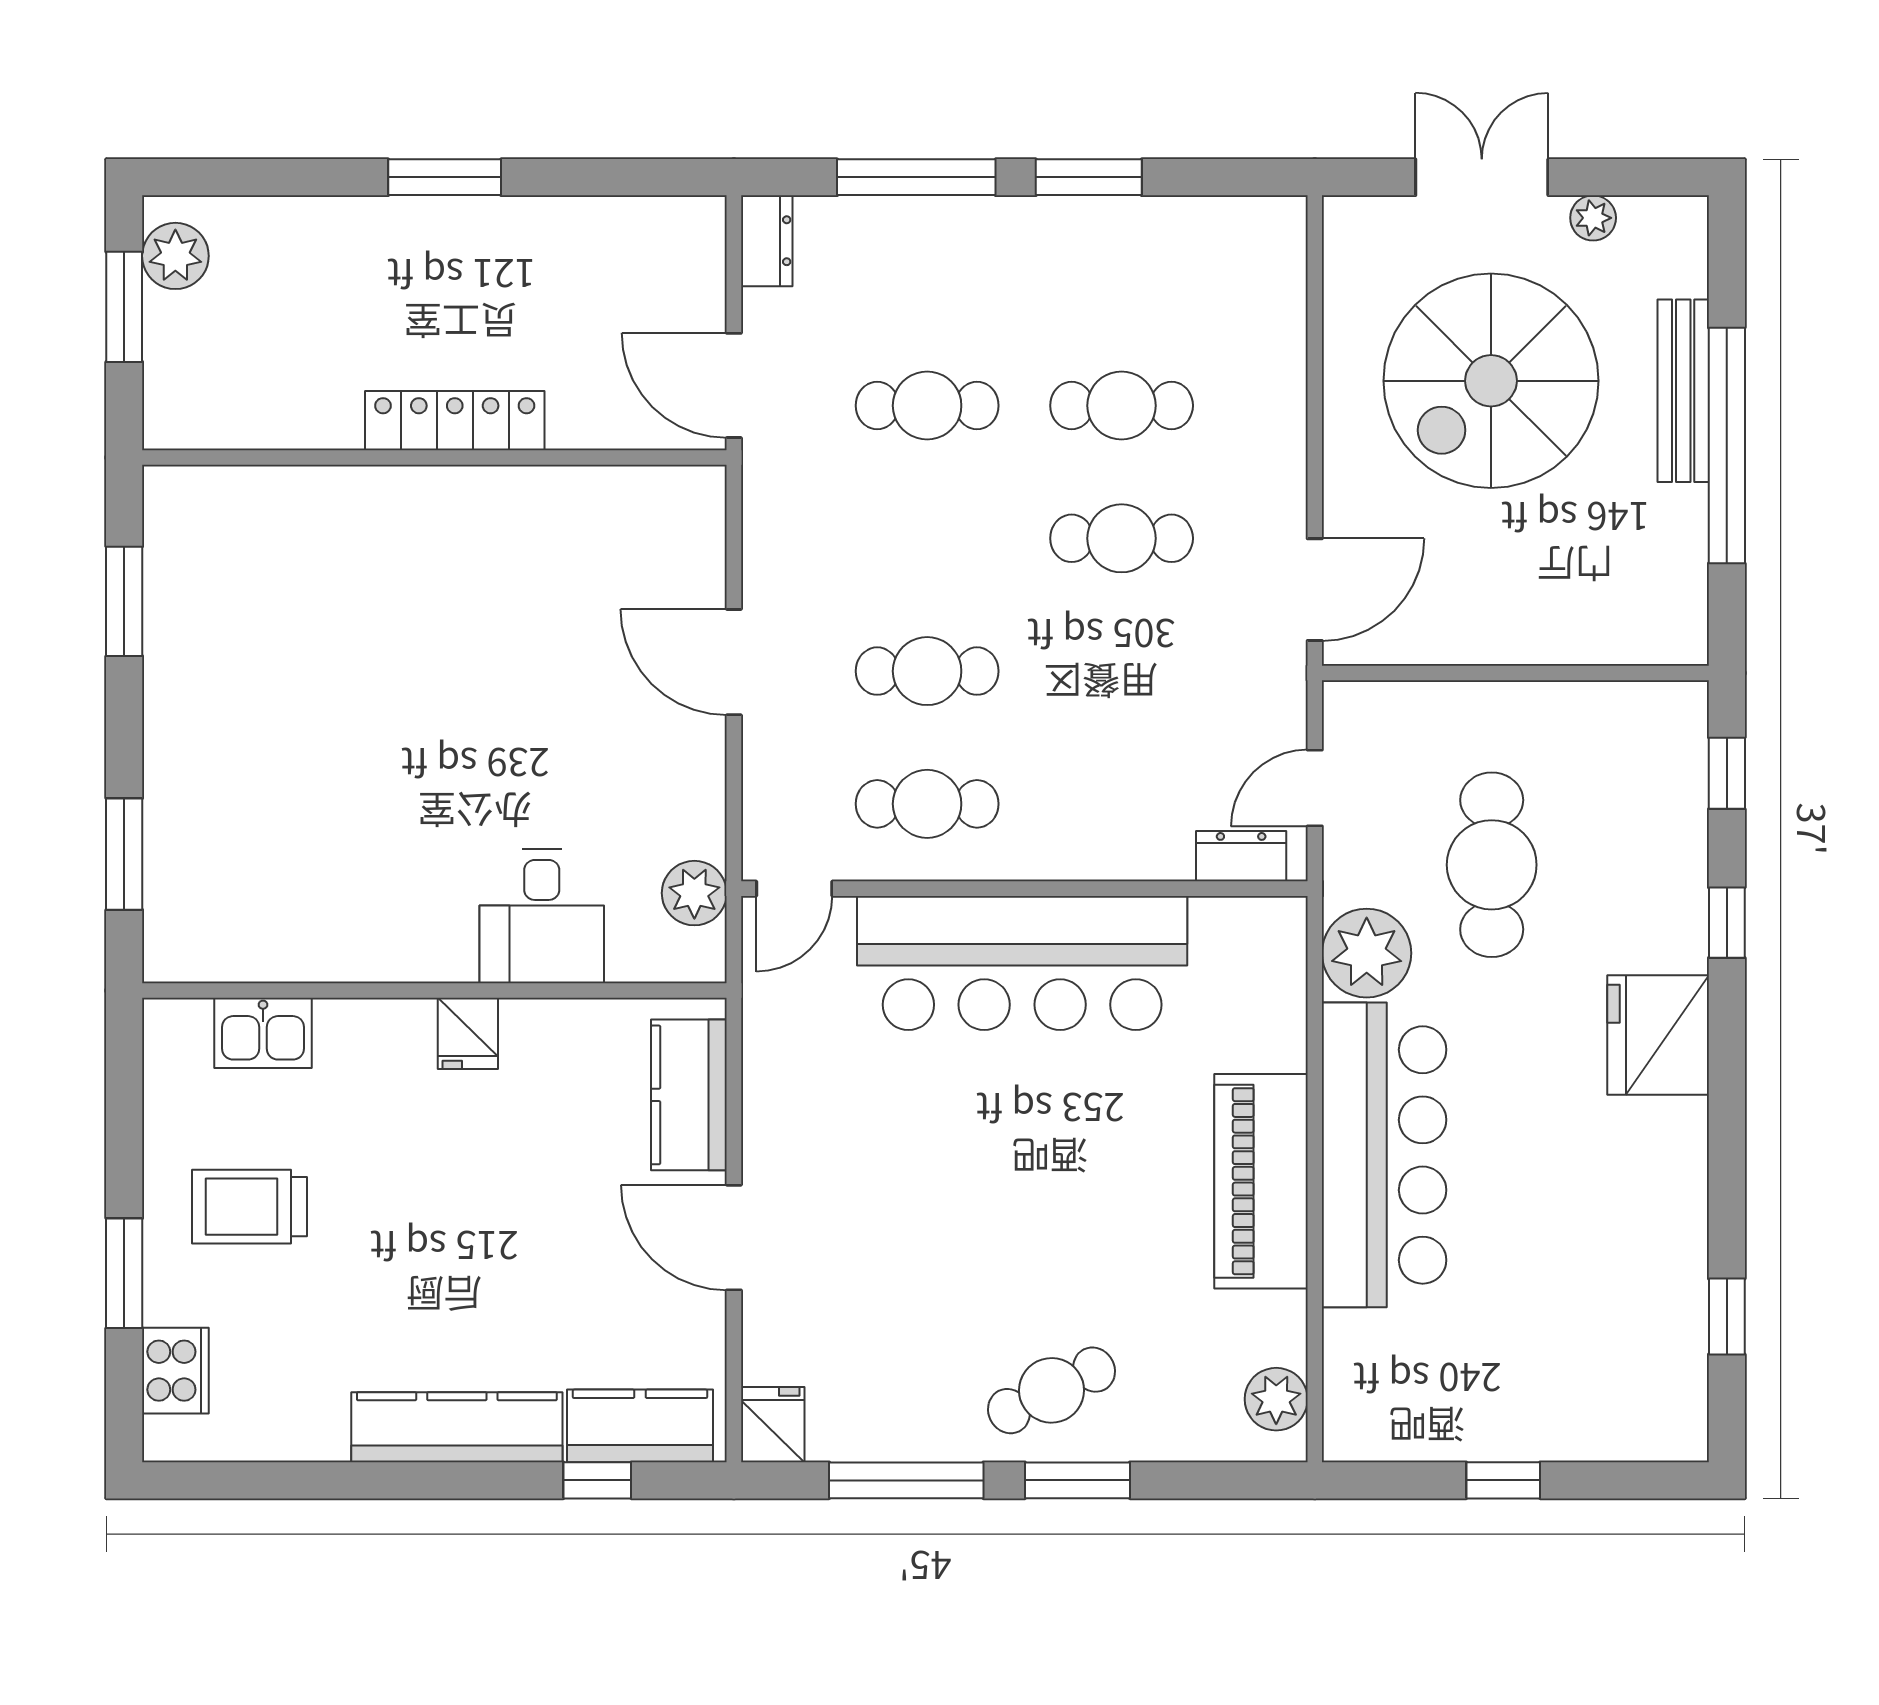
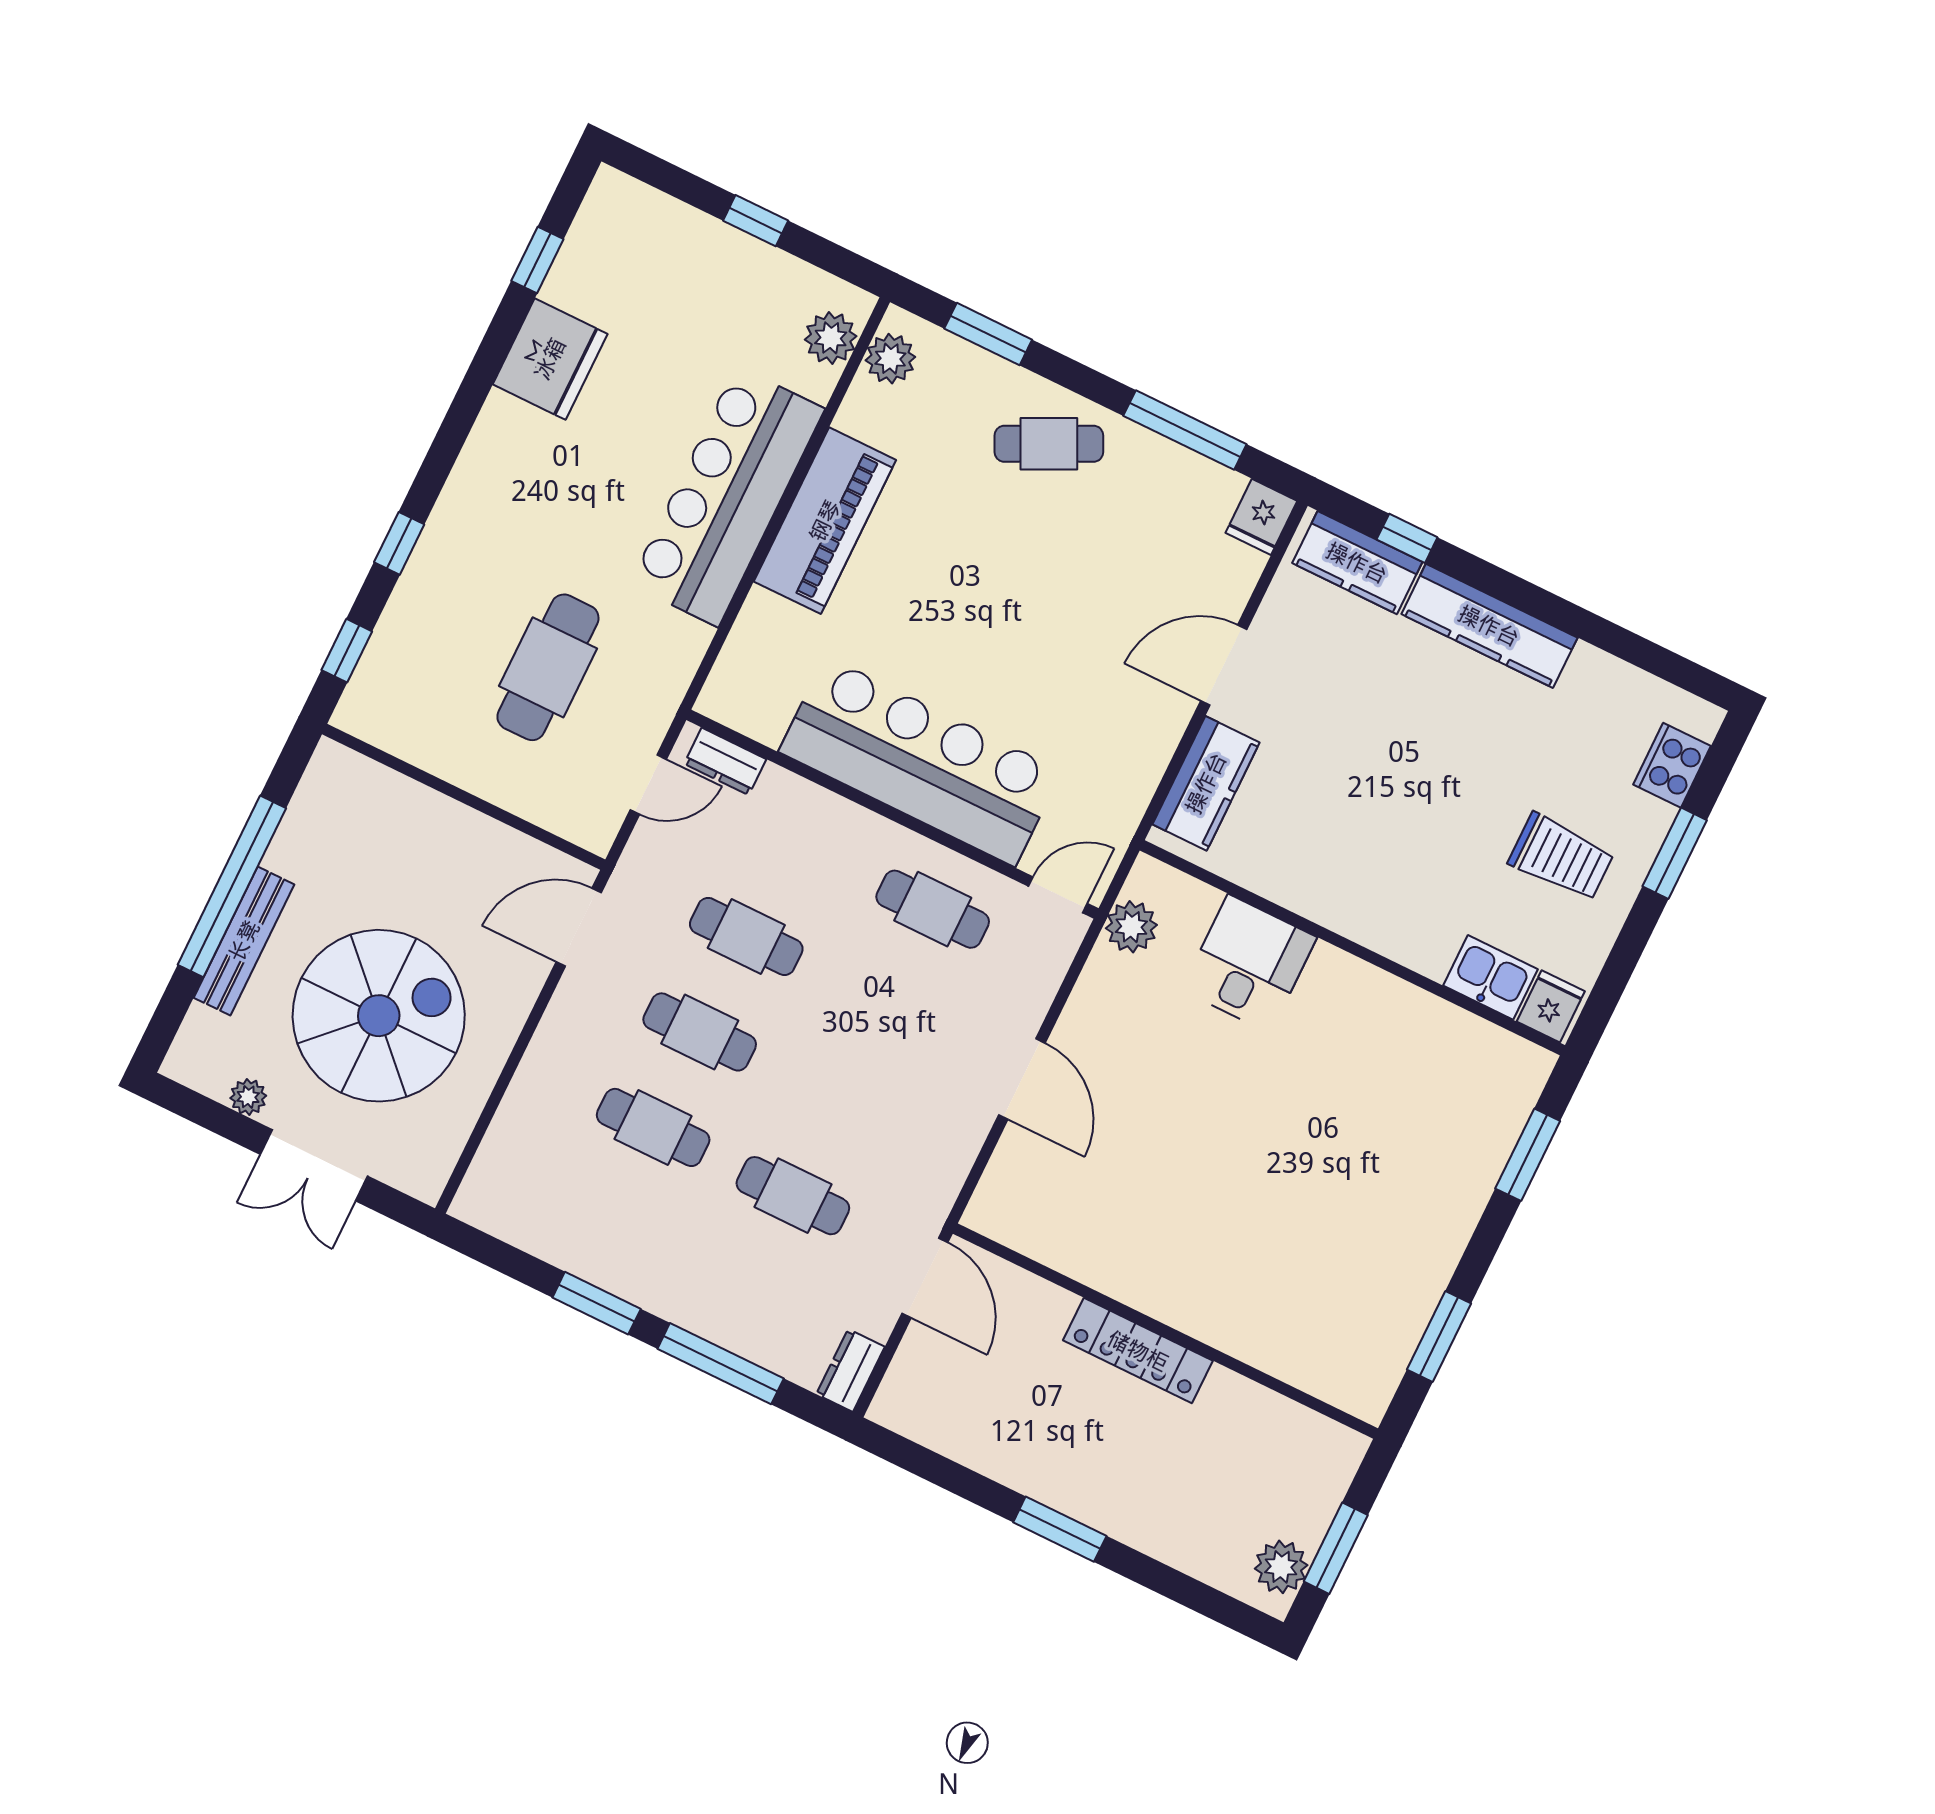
cafe table: (927, 671) -> (746, 936), moved
plant: (1367, 953) -> (831, 338), moved, width x0.73, depth x0.73
fridge: (468, 1033) -> (1551, 1006), moved
fridge: (1658, 1035) -> (550, 359), moved
door: (734, 1238) -> (1224, 665), swing flipped
window: (1077, 1480) -> (988, 334), moved

